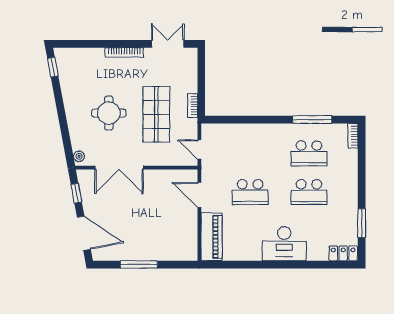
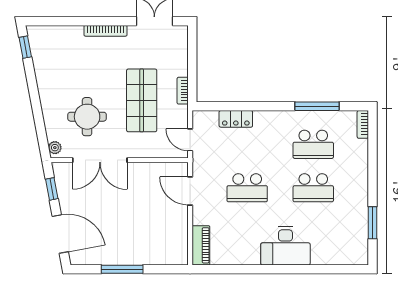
round table: (109, 113) -> (87, 117), moved
piano: (212, 237) -> (201, 245), width x0.73, depth x0.75
locker: (343, 253) -> (236, 119), moved, turned 180

